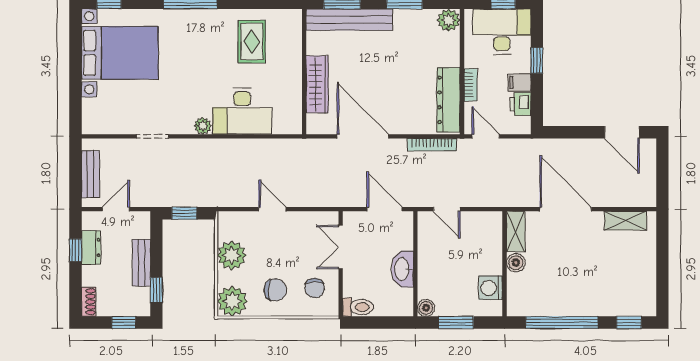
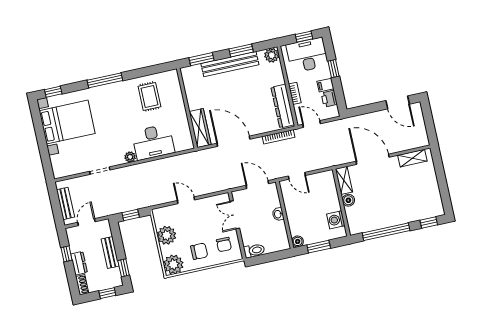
bench: (349, 20) -> (230, 64), moved
wardrobe: (317, 84) -> (200, 128), moved
dresser: (91, 248) -> (79, 263), moved
washbasin: (402, 269) -> (278, 214), width x0.52, depth x0.69

